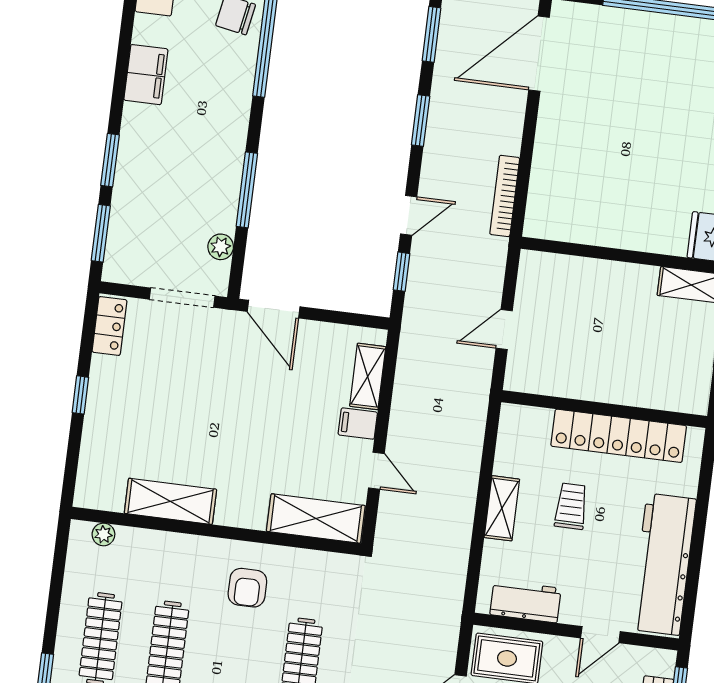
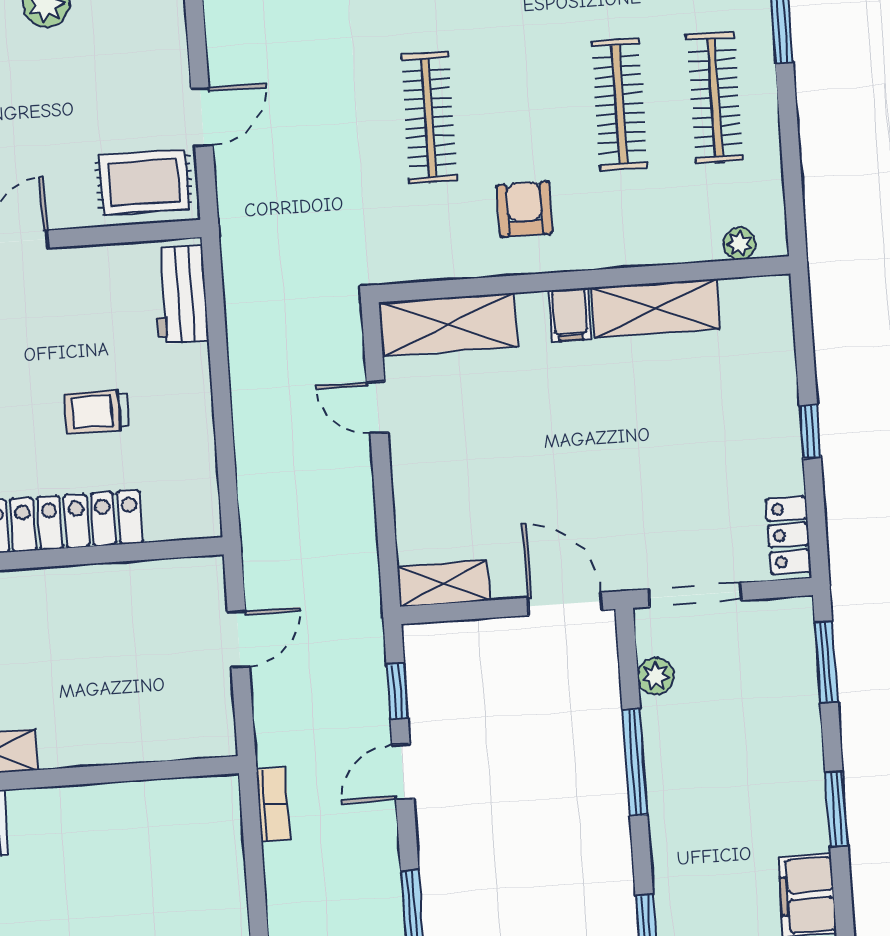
window: (110, 160) -> (836, 809), moved
bookcase: (505, 196) -> (273, 805), width x0.64
shelving: (368, 376) -> (444, 583), moved, turned 90
filing cabinet: (358, 424) -> (570, 315), moved, turned 90
trolley: (571, 506) -> (97, 412), turned 90
shelving: (502, 508) -> (192, 390), removed
workbench: (526, 601) -> (181, 295), moved, turned 90

